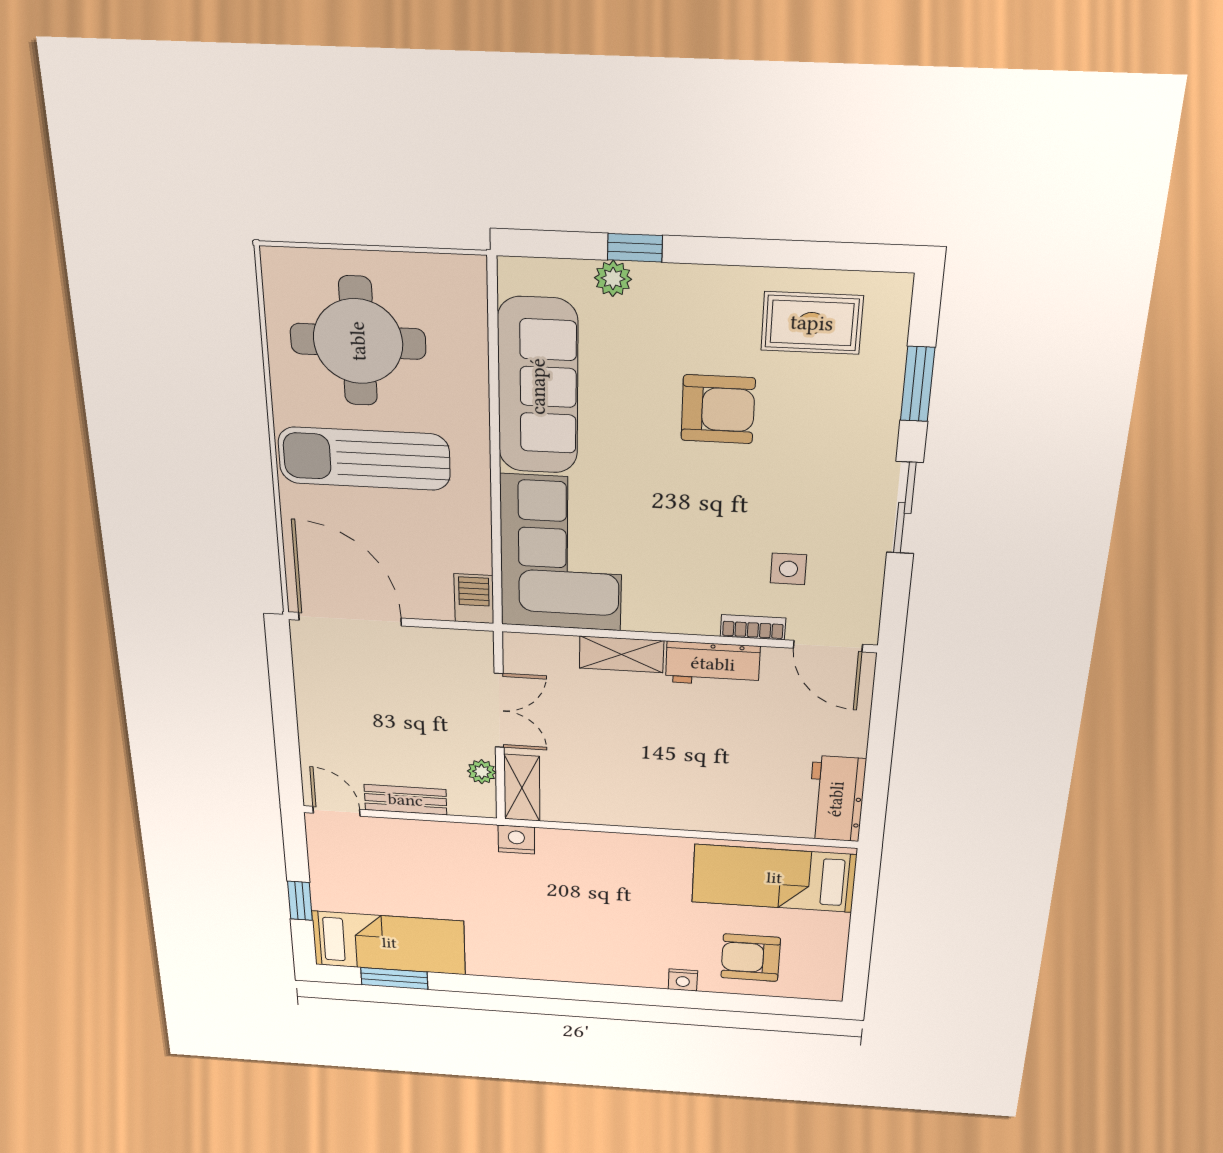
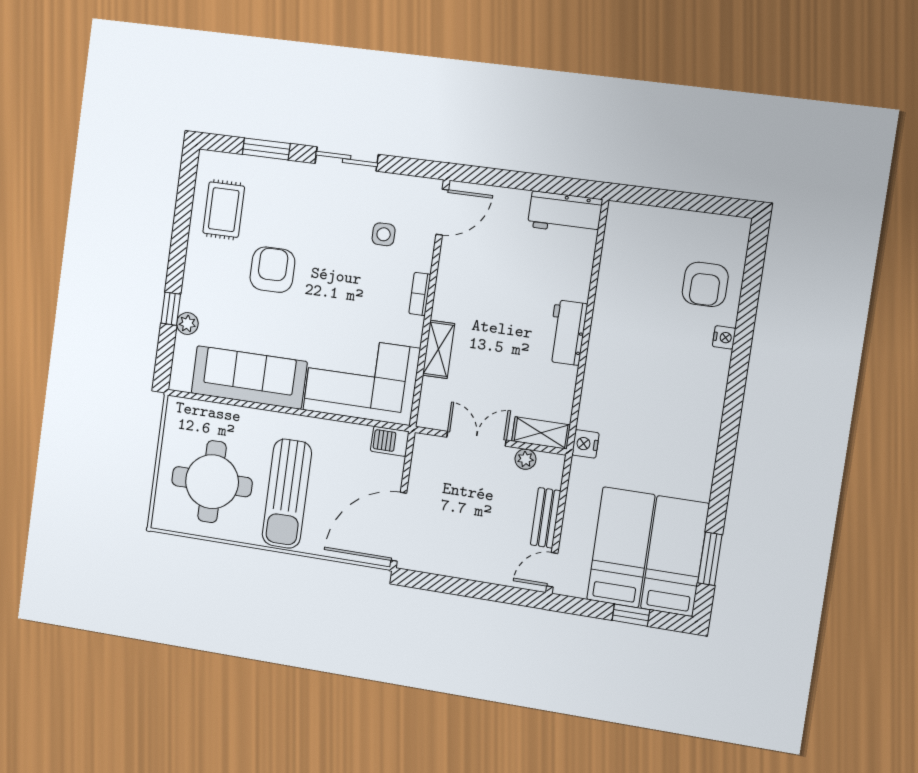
bookcase: (753, 627) -> (420, 294), moved
workbench: (713, 664) -> (567, 333), moved, turned 180
bed: (774, 878) -> (621, 547), moved, turned 180

